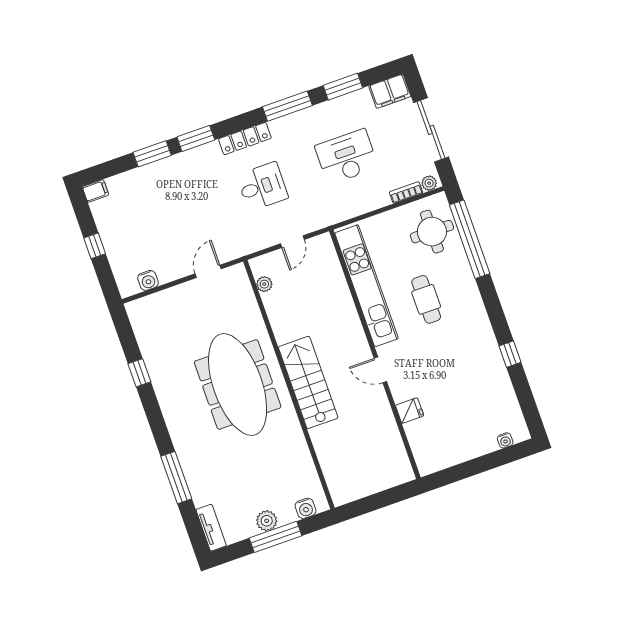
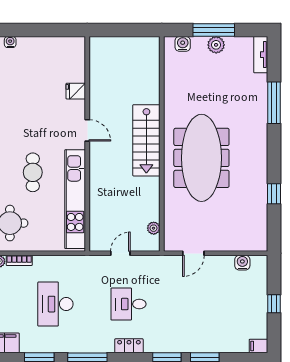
locker: (245, 139) -> (129, 346), width x0.66
desk: (347, 157) -> (55, 304), turned 90

